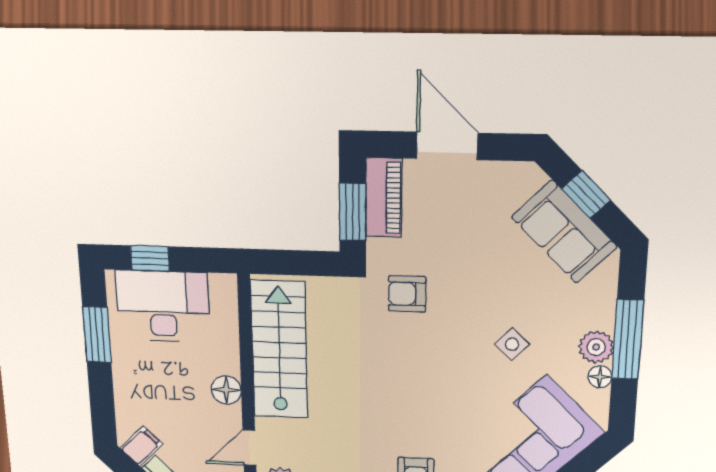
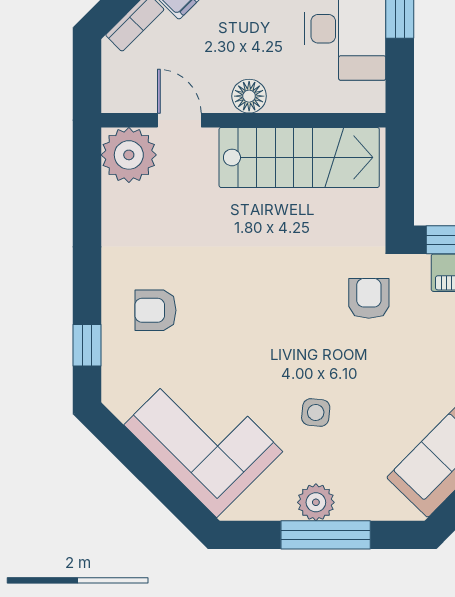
side table: (512, 344) -> (316, 412), turned -38
floor lamp: (600, 377) -> (282, 508), removed

